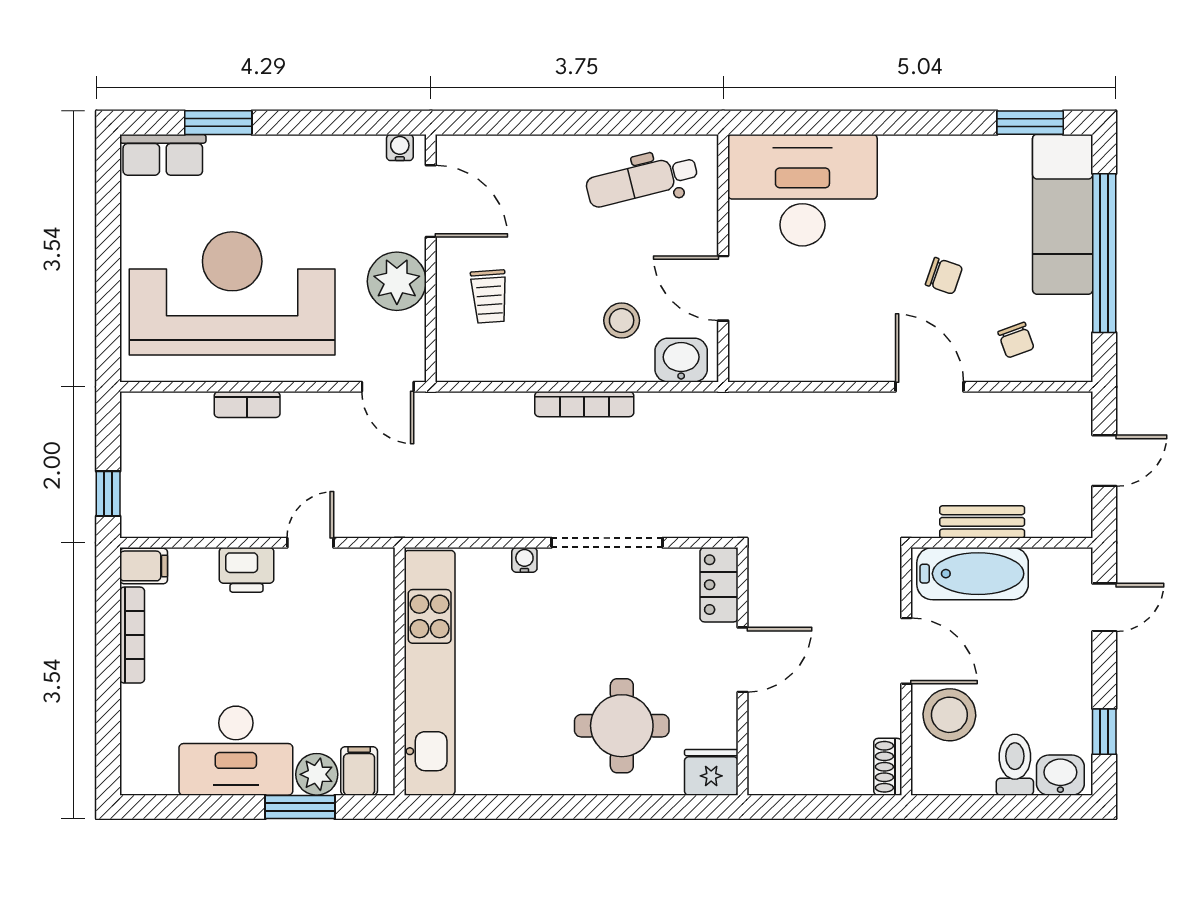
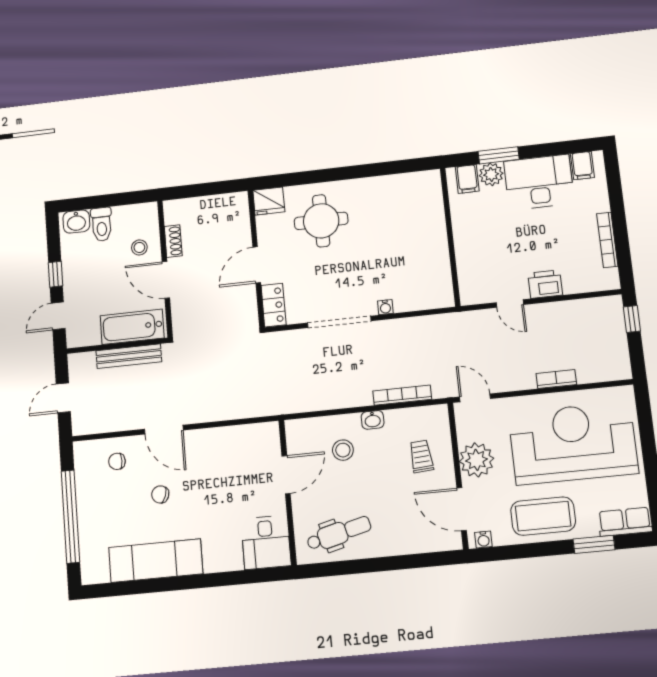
window: (1030, 123) -> (117, 589), removed
coffee table: (296, 177) -> (543, 516), added
desk: (802, 190) -> (266, 542), width x0.53, depth x0.77
exam couch: (1063, 214) -> (156, 561), moved, turned -90
door: (723, 288) -> (286, 475), hinge flipped
reception desk: (232, 293) -> (573, 443), turned 180
chair: (1016, 340) -> (117, 461), turned -70
washbasin: (681, 360) -> (373, 420), moved, width x0.72, depth x0.69
bookcase: (584, 404) -> (402, 395), moved
bench: (982, 522) -> (129, 356), width x1.36
door: (310, 543) -> (510, 304), hinge flipped
filing cabinet: (144, 566) -> (582, 166), moved, turned -90
kitchen unit: (430, 673) -> (433, 238), removed
stool: (949, 715) -> (139, 247), width x0.53, depth x0.53
window: (1104, 732) -> (56, 274), moved
shoe rack: (888, 767) -> (173, 241), moved

